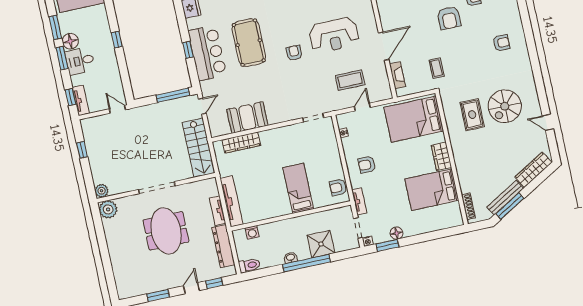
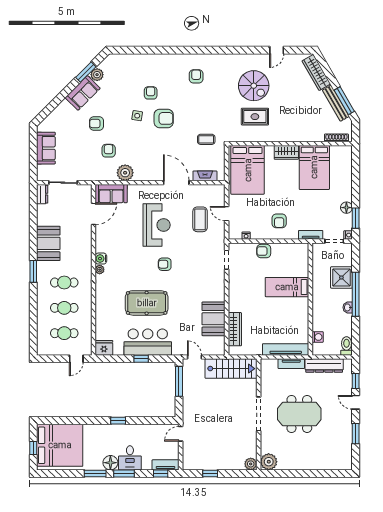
armchair: (338, 187) -> (264, 251), moved, turned 90

